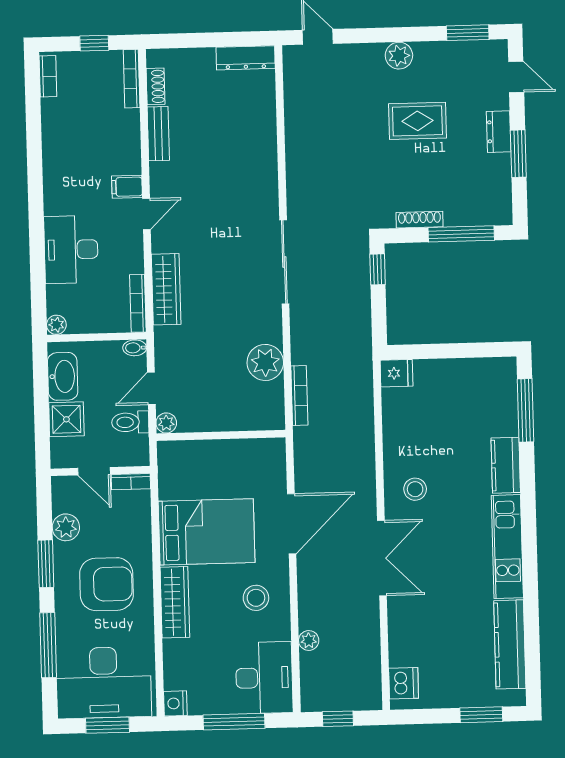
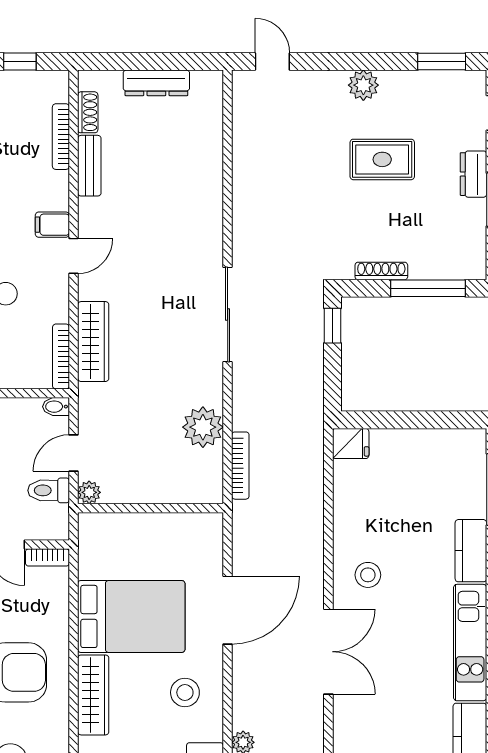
dresser: (246, 58) -> (156, 83), moved
bookcase: (132, 79) -> (61, 137), moved

